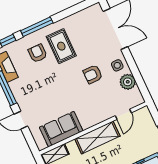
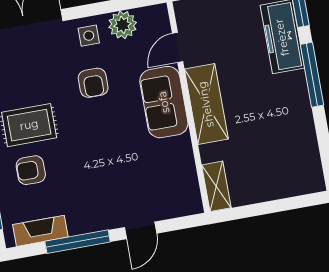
door: (123, 114) -> (178, 48), swing flipped
sofa: (61, 129) -> (164, 102), moved

